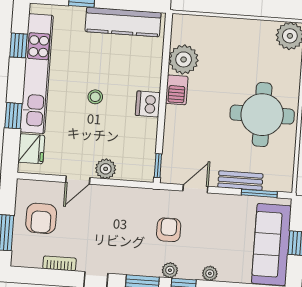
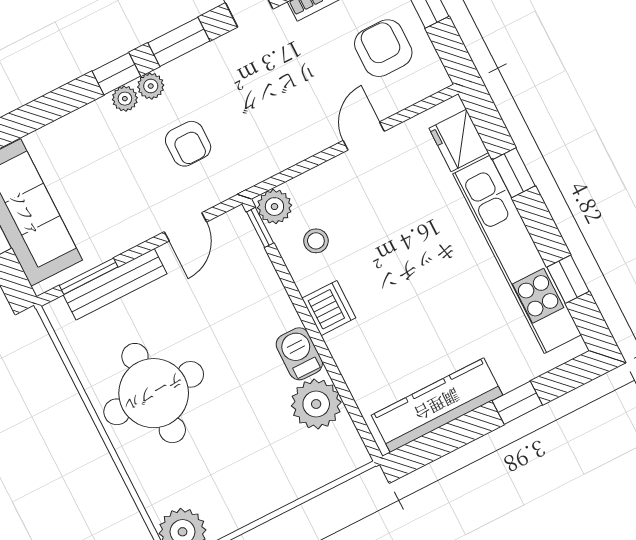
stool: (95, 97) -> (316, 241), moved
plant: (106, 169) -> (274, 207), moved
bench: (240, 181) -> (115, 284), width x1.36
plant: (210, 273) -> (125, 99), moved

